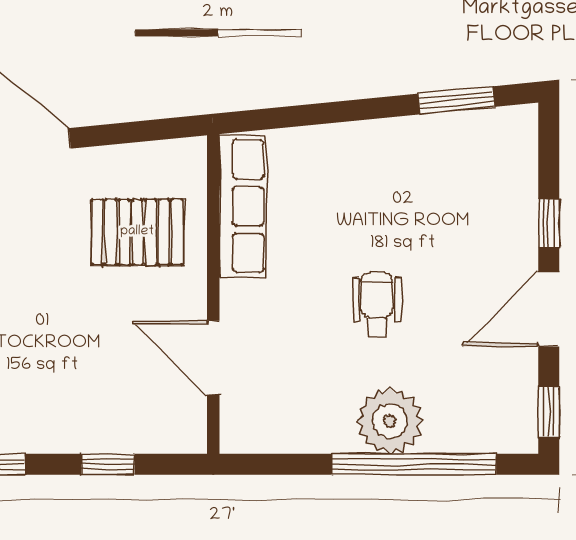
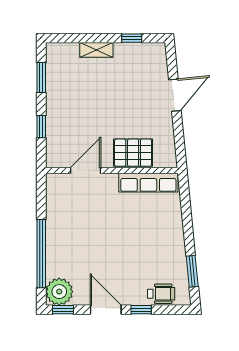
pallet: (137, 232) -> (133, 153), moved, turned 90
wheelchair: (377, 305) -> (161, 294), moved
plant: (390, 421) -> (59, 292), moved

